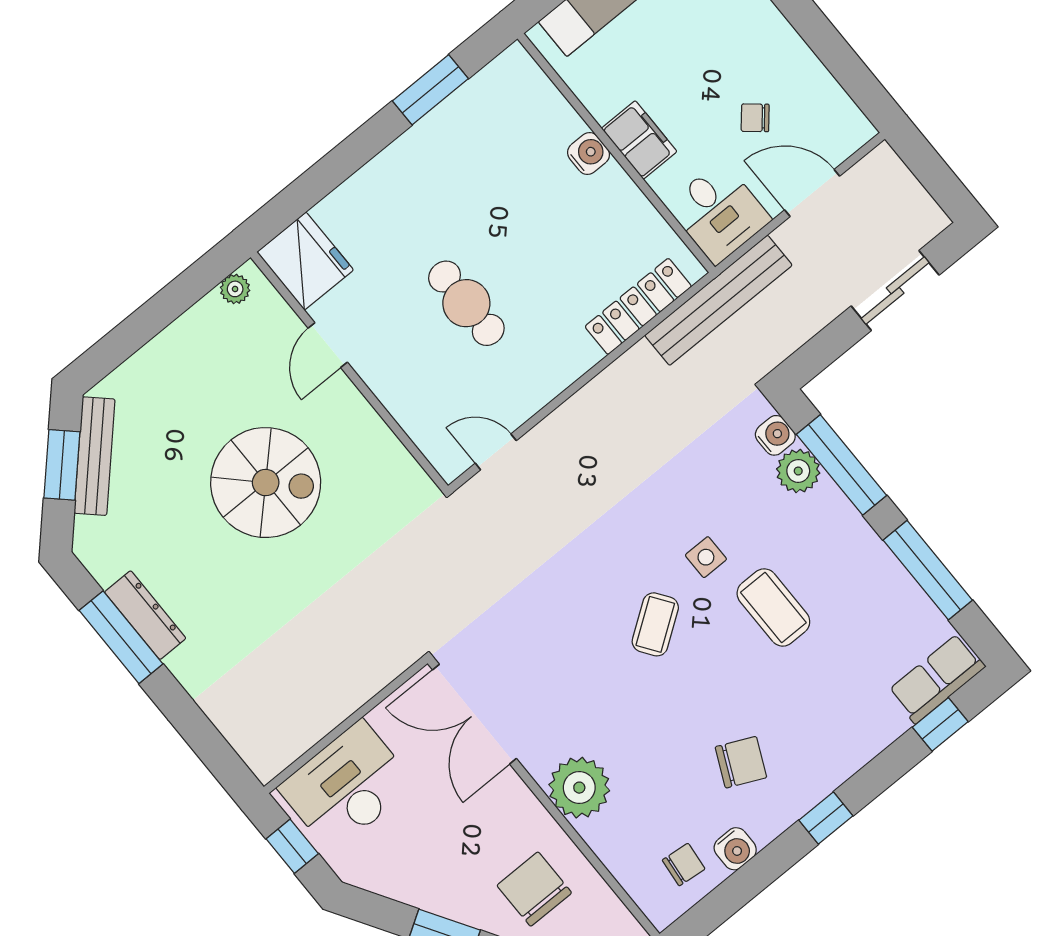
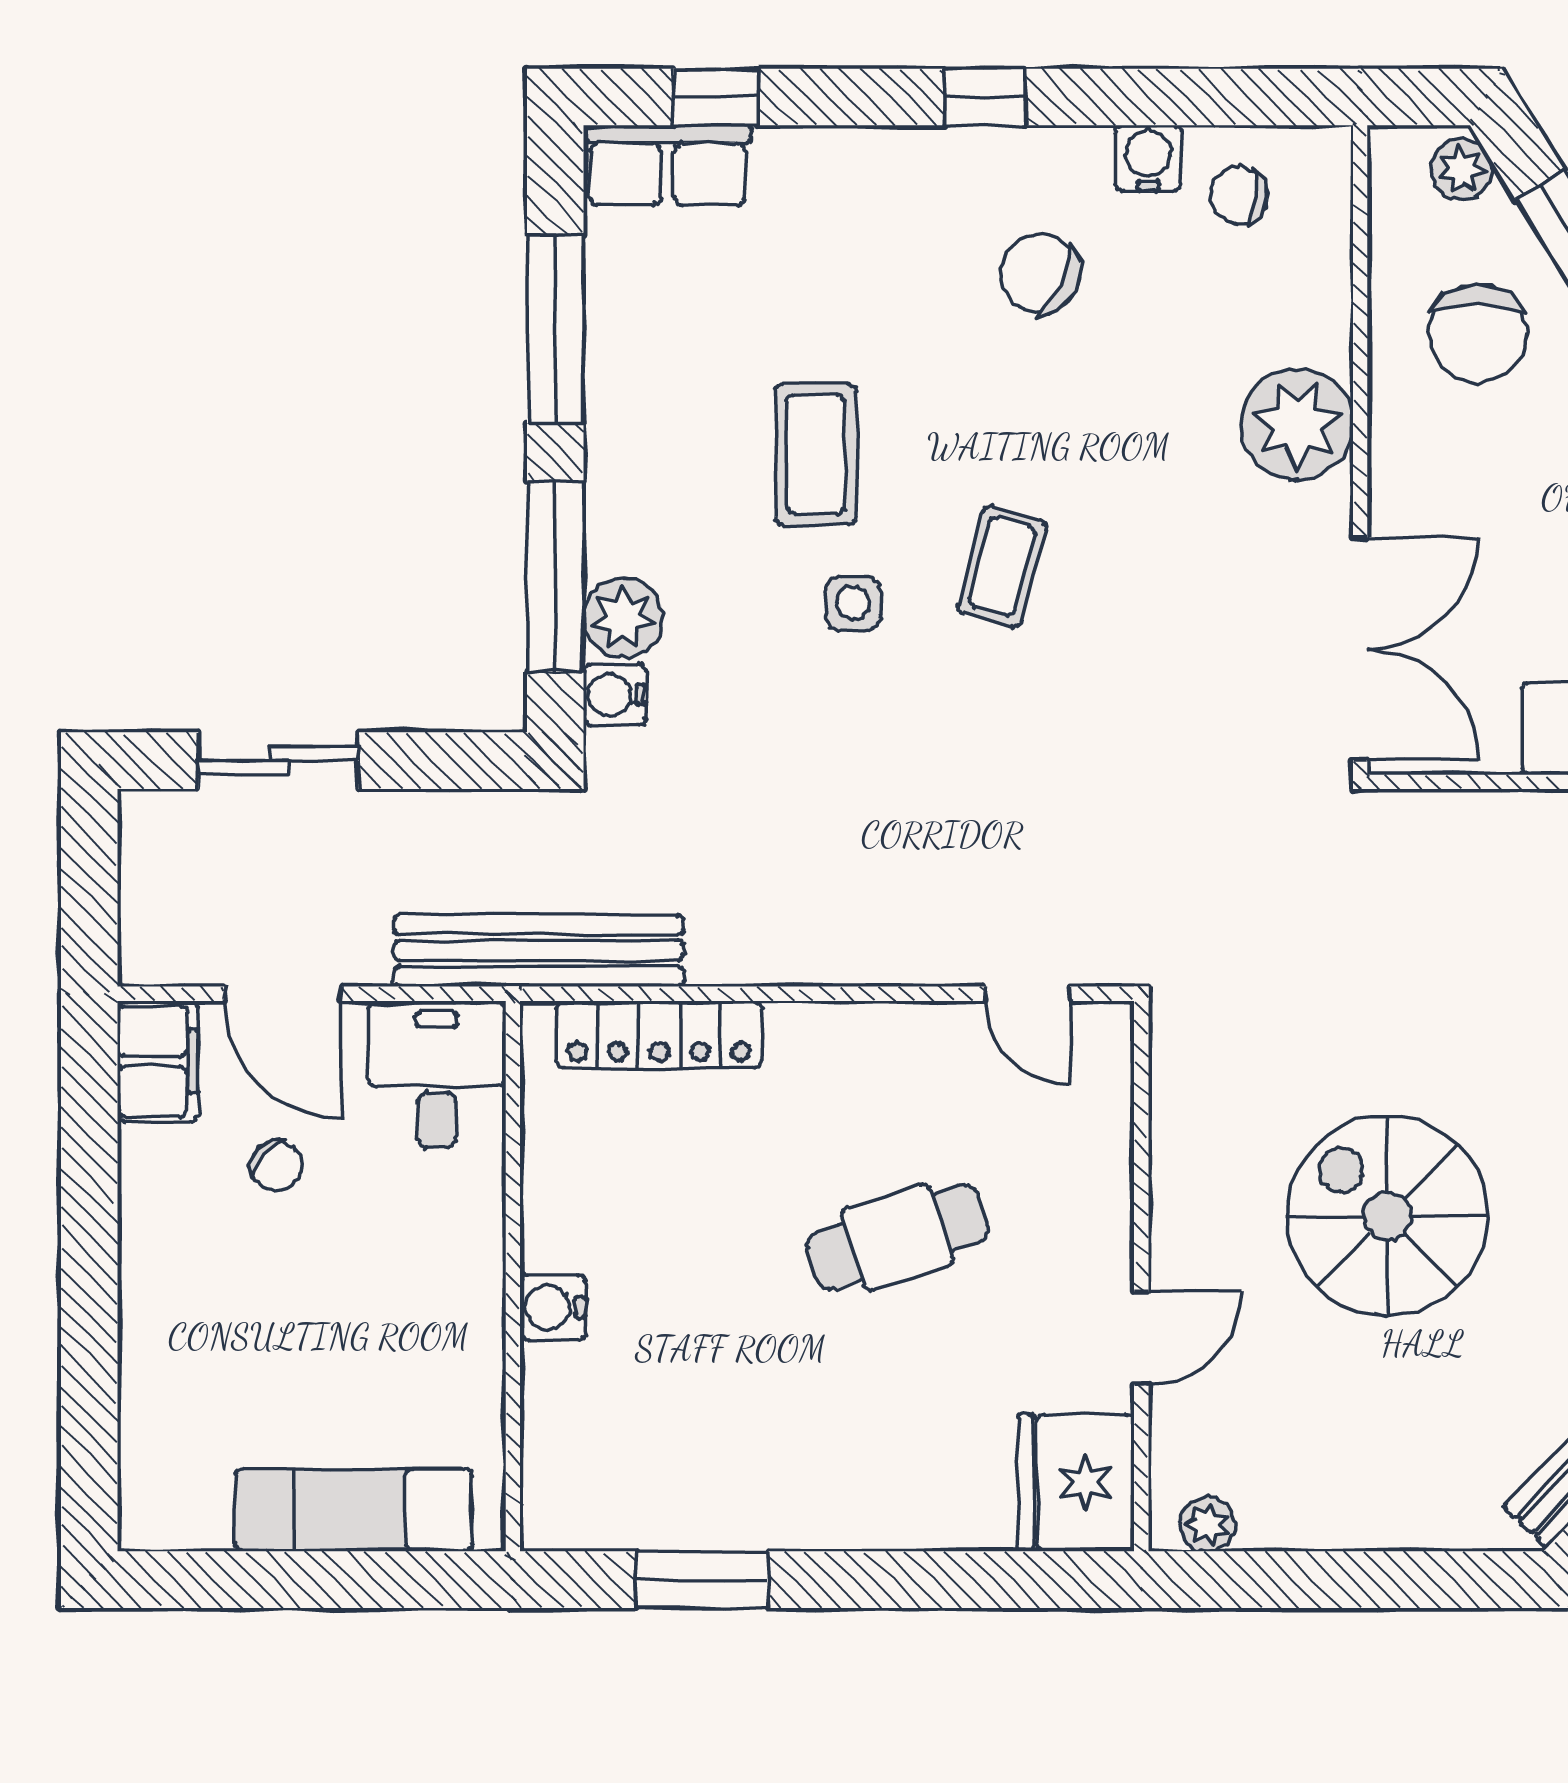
filing cabinet: (639, 140) -> (158, 1061), moved, turned 180
cafe table: (466, 303) -> (897, 1237), turned 72
coffee table: (655, 624) -> (1002, 567), turned -40

